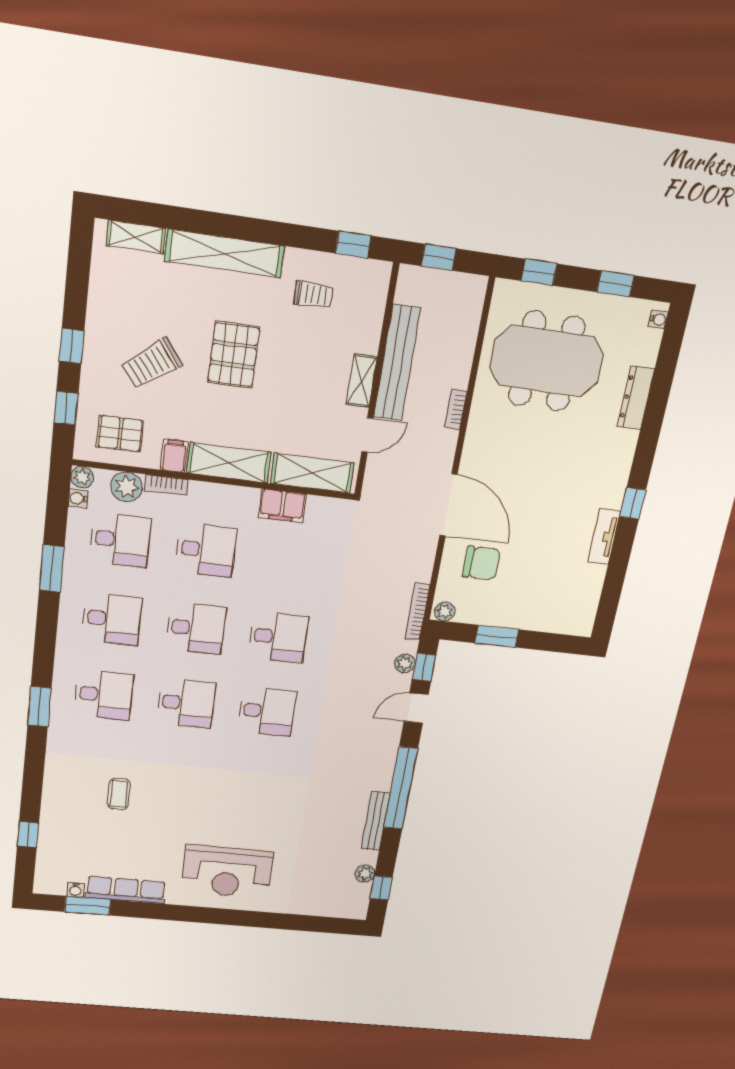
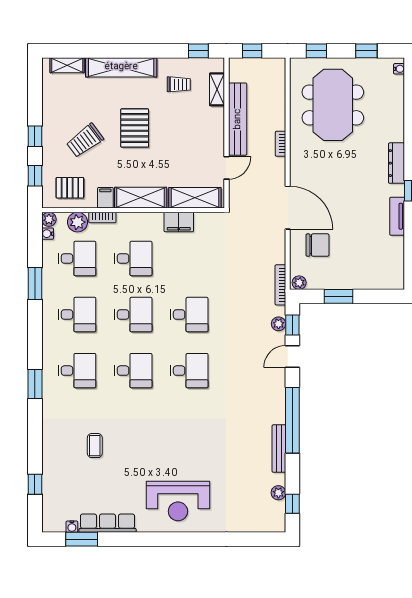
meeting table: (546, 361) -> (333, 105), turned 90
shelving: (362, 381) -> (217, 89), moved
dresser: (636, 398) -> (396, 163), moved

